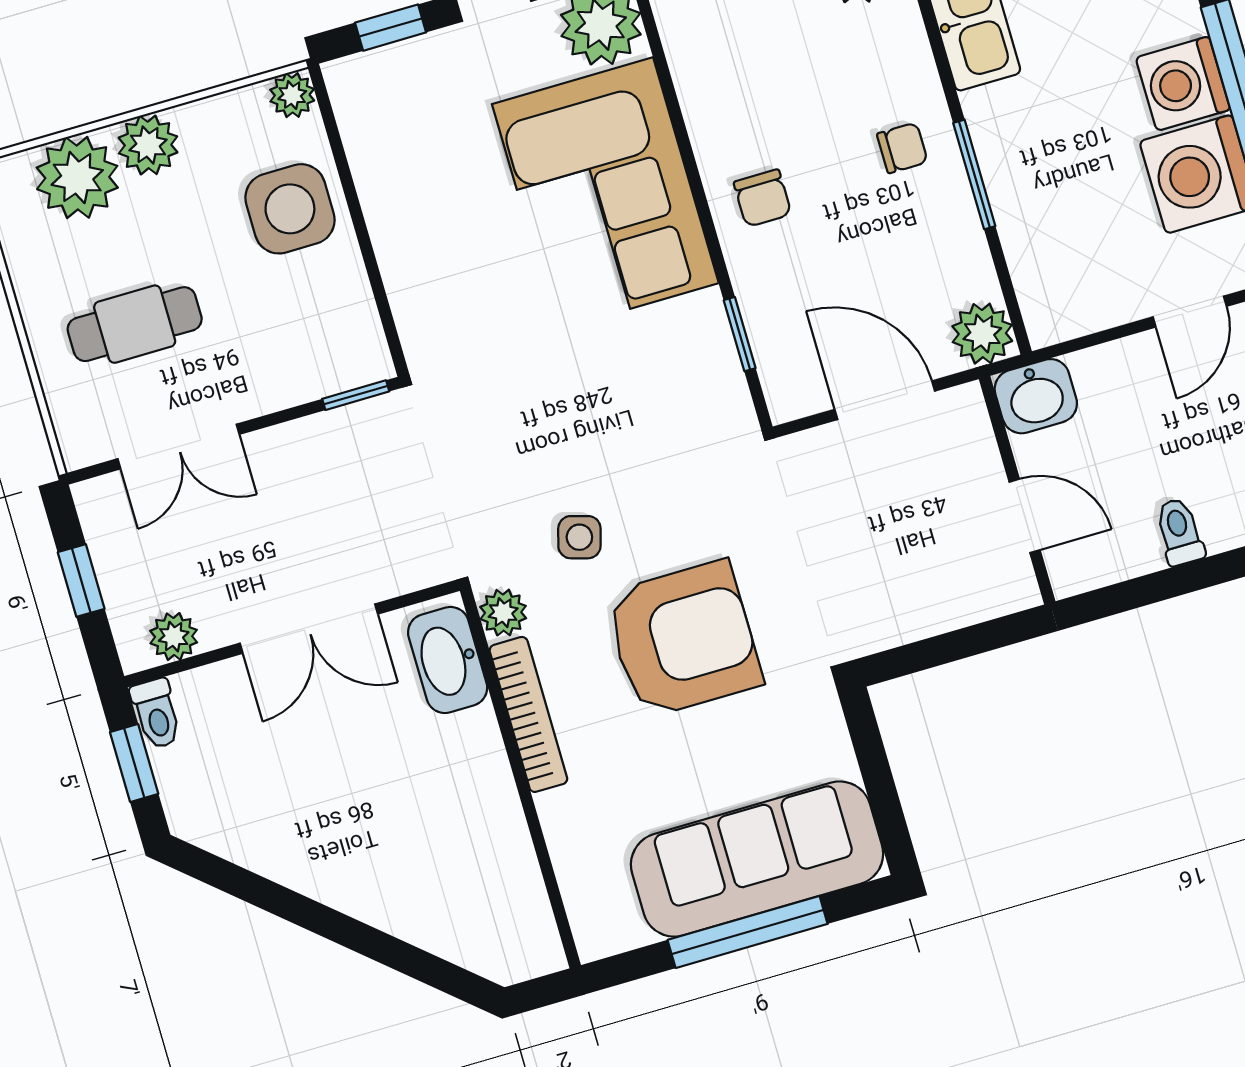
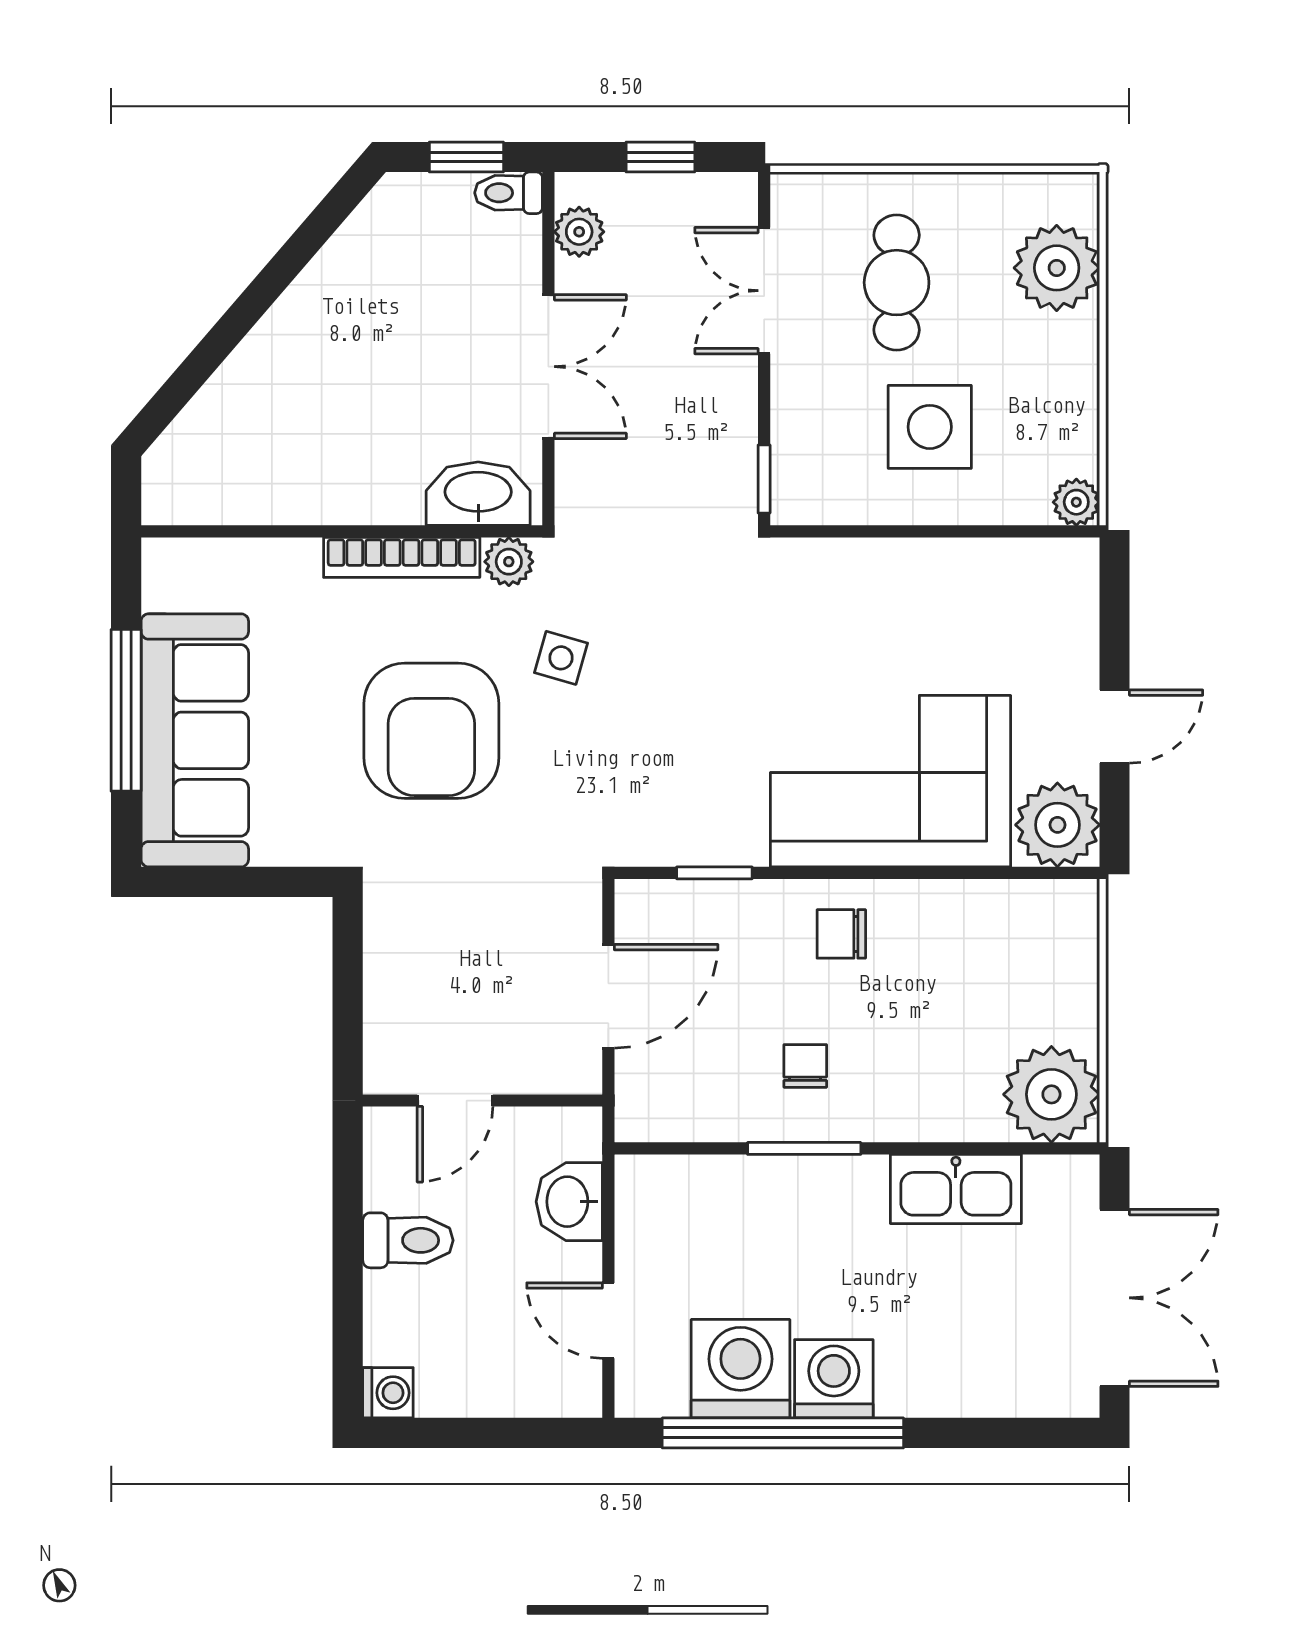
window: (391, 28) -> (1114, 618), removed
plant: (148, 145) -> (1068, 347), removed
chair: (902, 148) -> (805, 1066), moved, turned 180
side table: (290, 209) -> (930, 427), moved
plant: (982, 334) -> (646, 1111), removed
washbasin: (1036, 396) -> (569, 1202), moved
toilet: (1180, 532) -> (408, 1240), width x1.37, depth x1.39
double door: (309, 629) -> (548, 367), swing flipped

